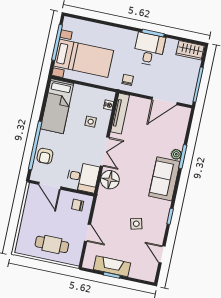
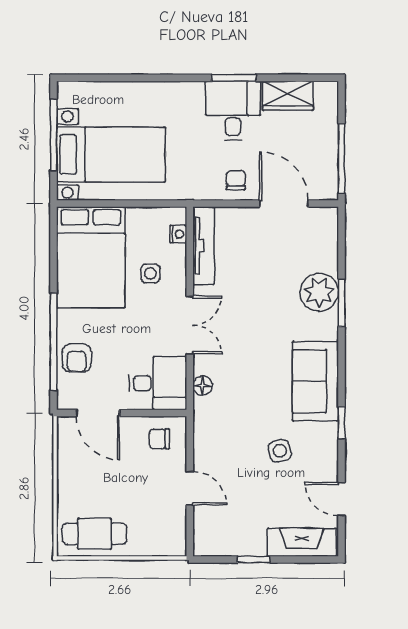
wardrobe: (190, 50) -> (288, 96), moved
chair: (128, 80) -> (236, 180), moved
door: (165, 101) -> (284, 204), swing flipped
bed: (57, 106) -> (91, 257), width x1.50
plant: (176, 154) -> (319, 292), width x1.88, depth x1.88
sofa: (164, 179) -> (315, 381), moved
floor lamp: (110, 180) -> (202, 386), width x0.53, depth x0.53
cafe table: (52, 244) -> (94, 534), moved
fireplace: (112, 266) -> (302, 542), moved

